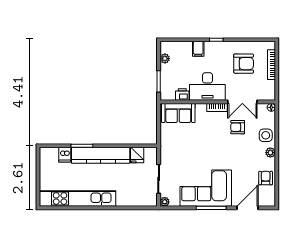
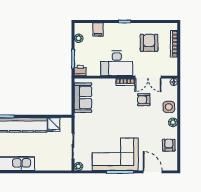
filing cabinet: (198, 49) -> (98, 30), moved
armchair: (244, 64) -> (149, 43), turned -90
printer: (182, 94) -> (80, 70), moved
sofa: (178, 113) -> (83, 98), moved, turned -90
door: (248, 208) -> (153, 172), hinge flipped

